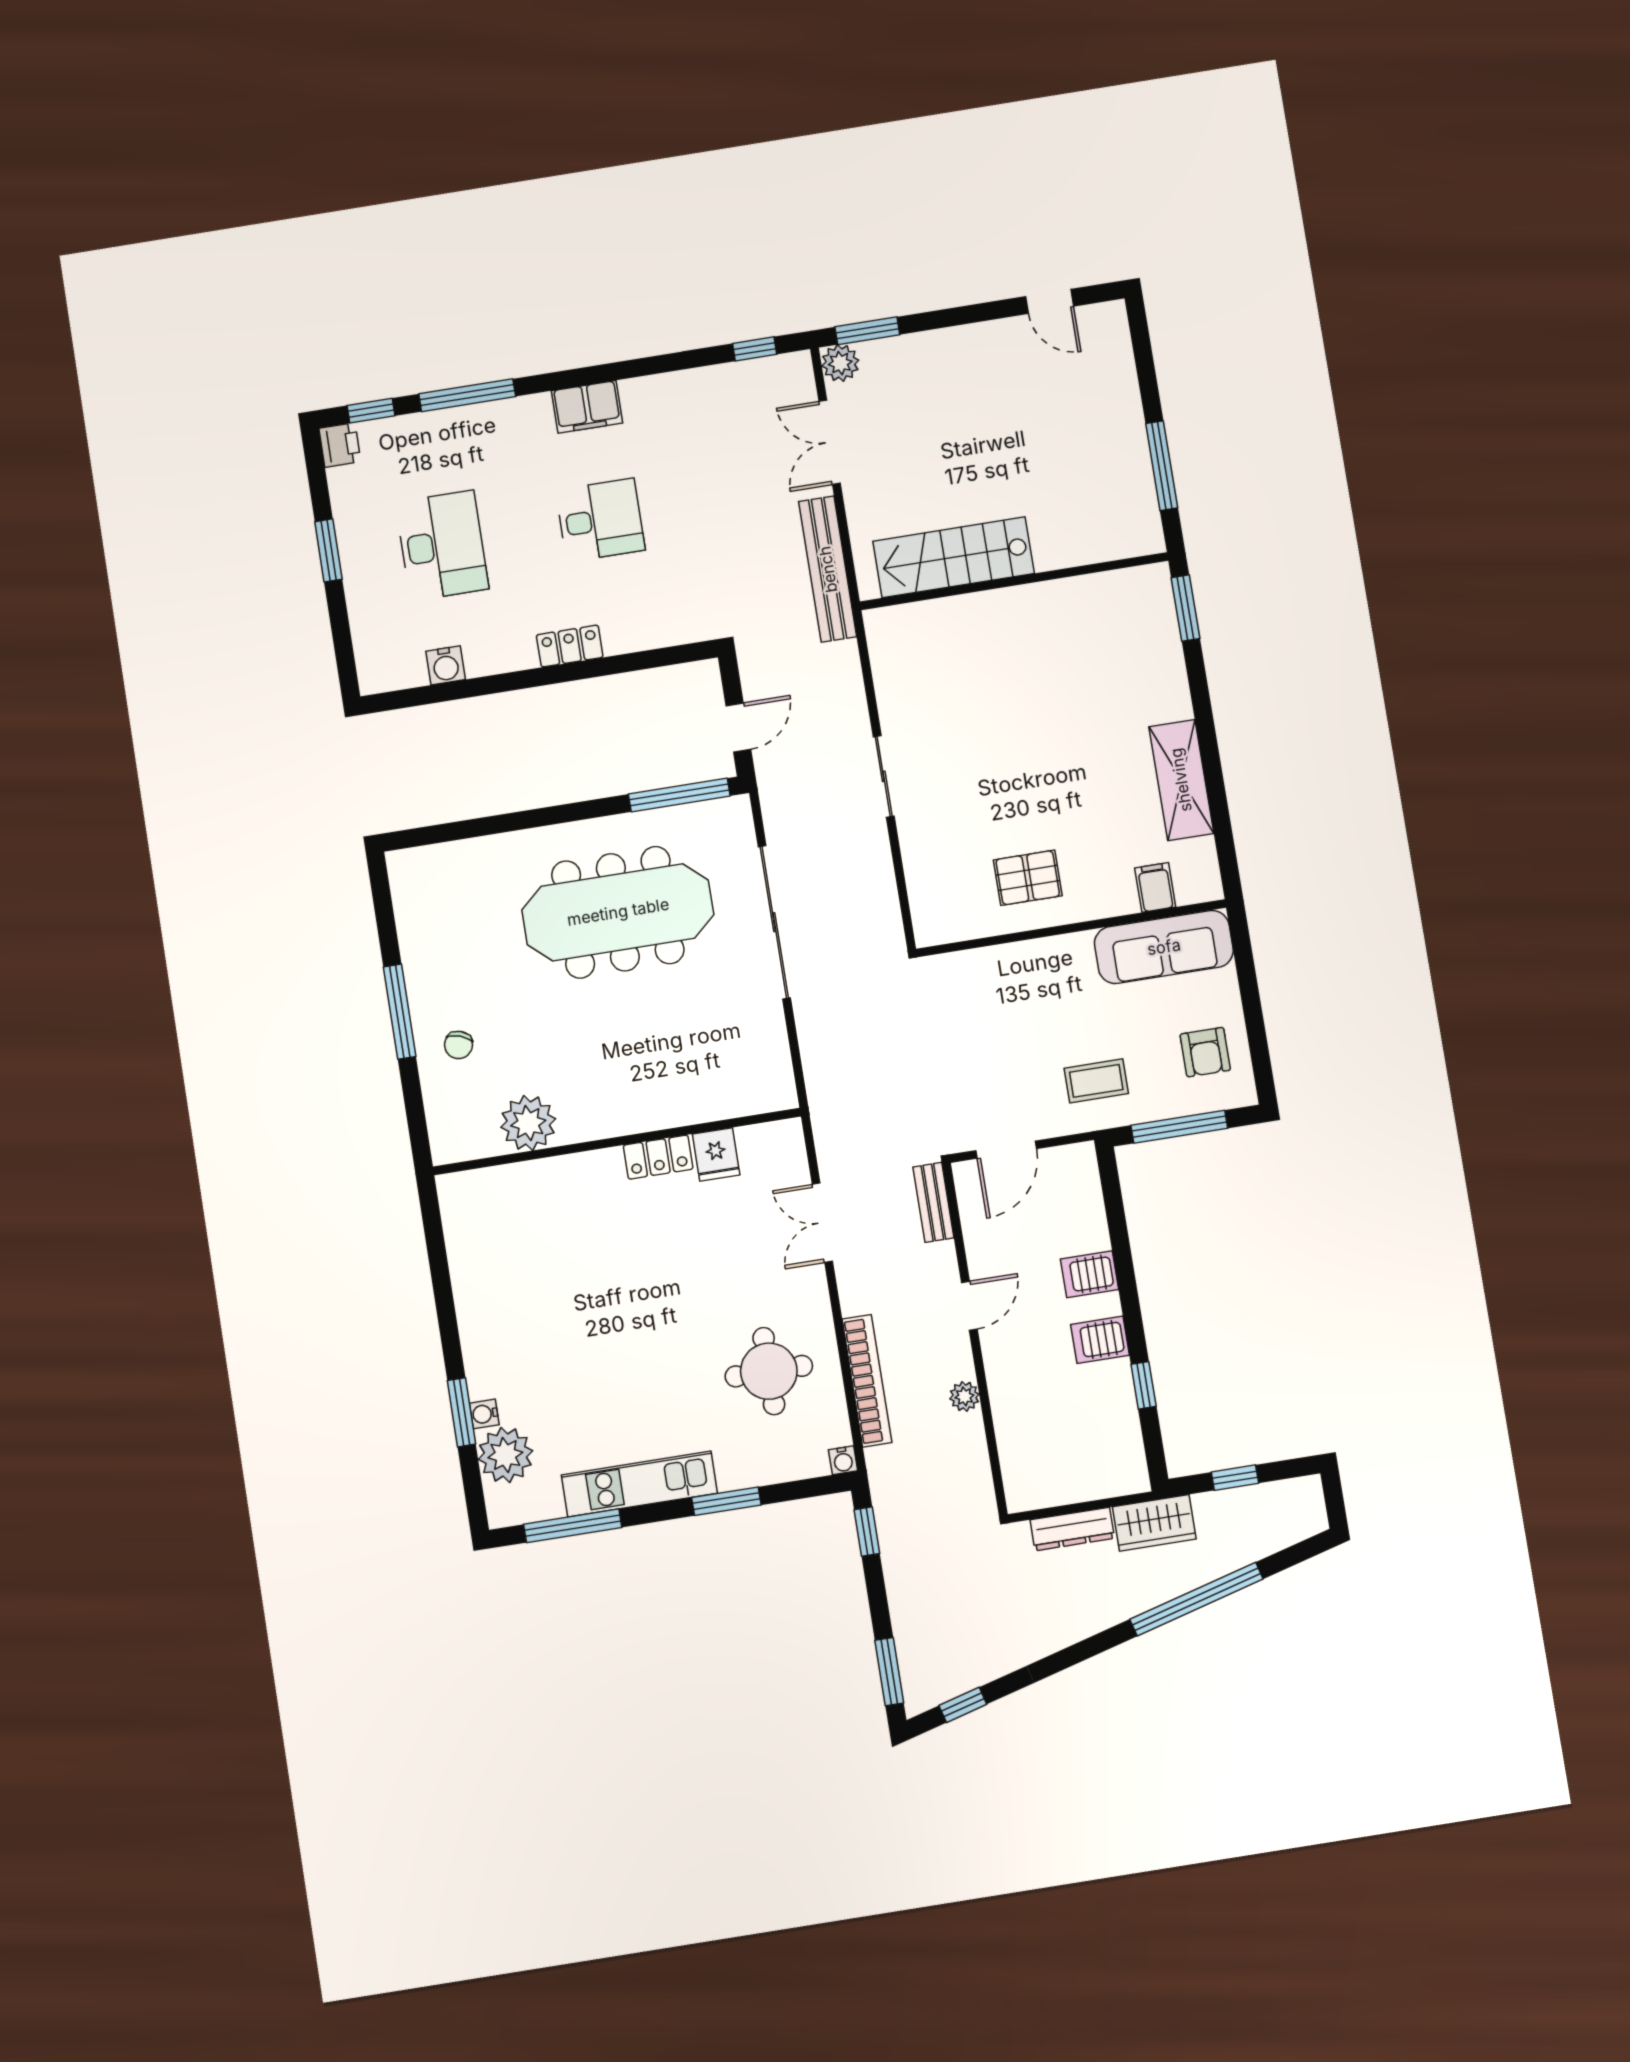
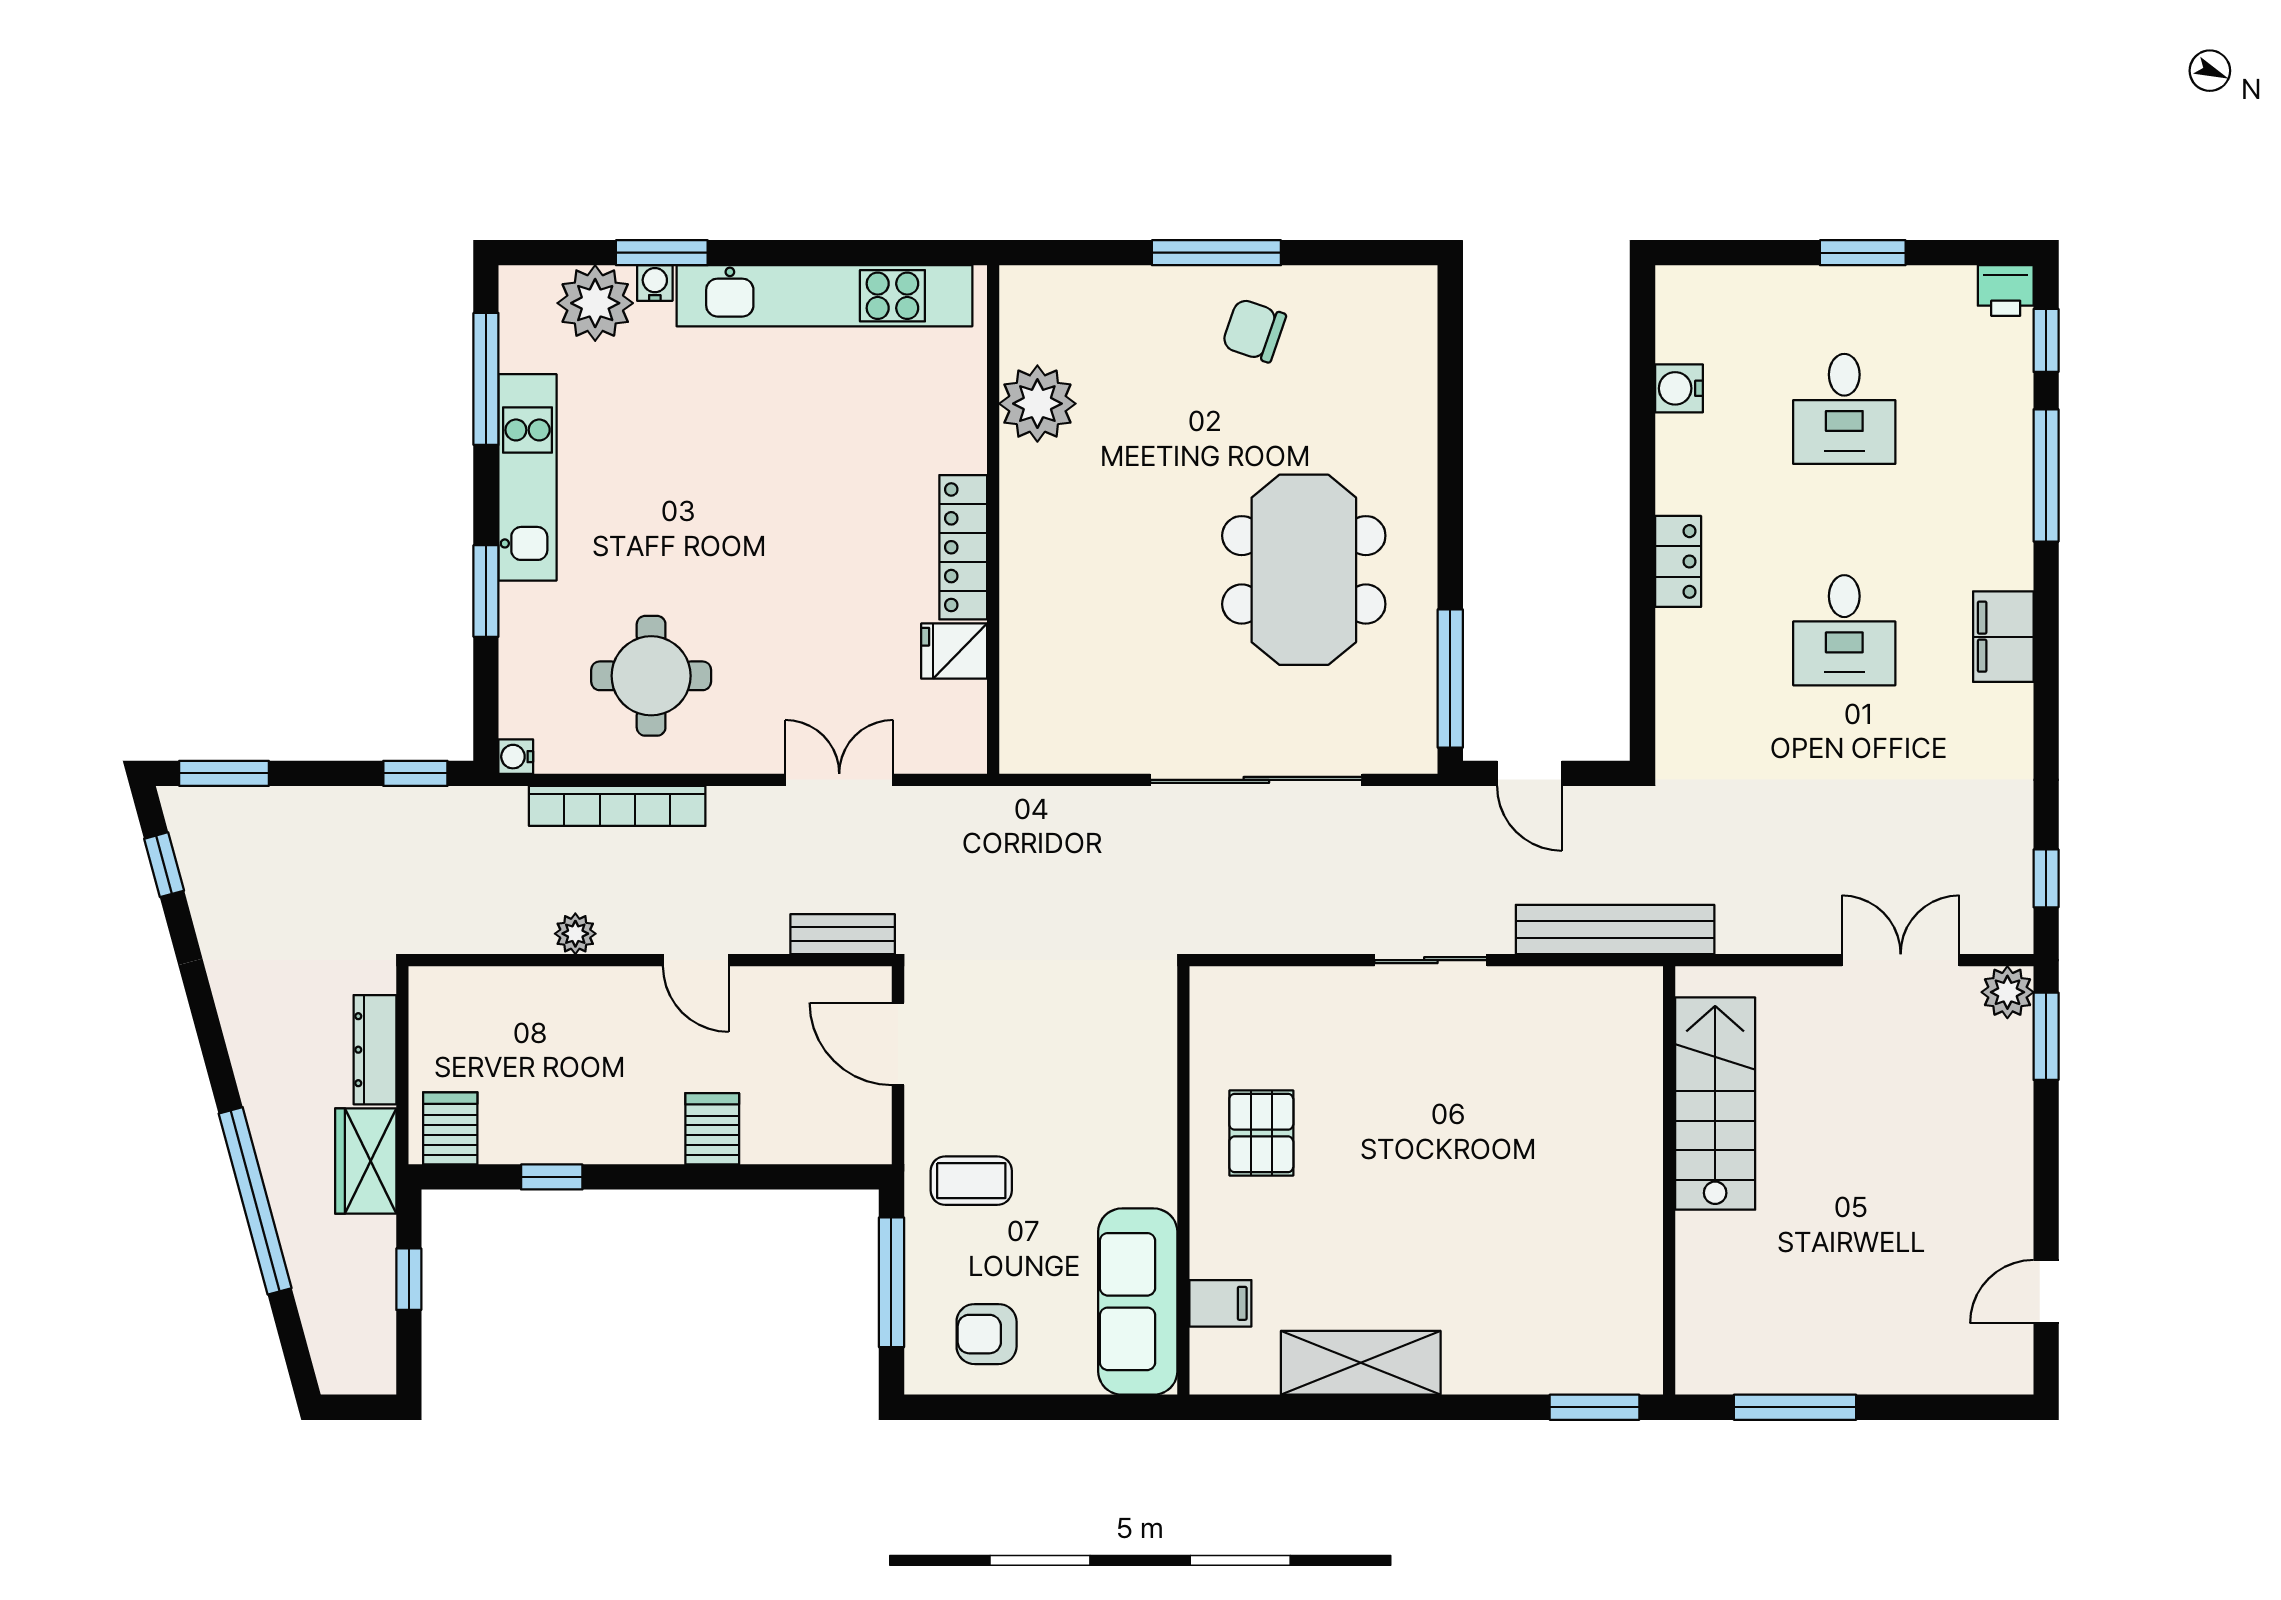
desk: (442, 546) -> (1844, 409), width x0.73
bench: (828, 569) -> (1615, 929), moved
meeting table: (618, 912) -> (1304, 570), width x0.73
chair: (459, 1045) -> (1254, 330), moved, width x1.37, depth x1.37
coffee table: (1096, 1081) -> (971, 1181), turned 90
locker: (658, 1157) -> (963, 547), width x1.53
kitchen unit: (474, 1289) -> (824, 296), added
server rack: (1100, 1340) -> (450, 1128), moved

